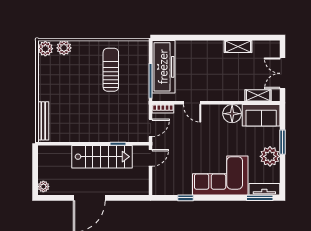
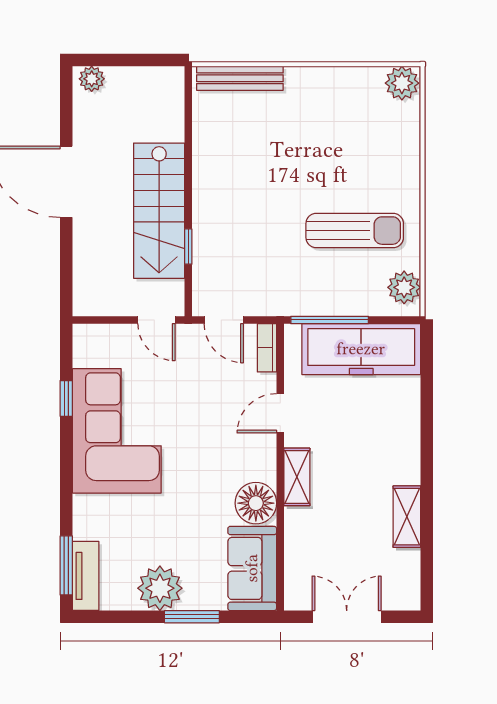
plant: (64, 48) -> (404, 287), moved
shelving: (258, 95) -> (297, 477), moved
corner sofa: (220, 175) -> (117, 431), moved

